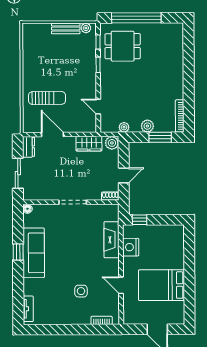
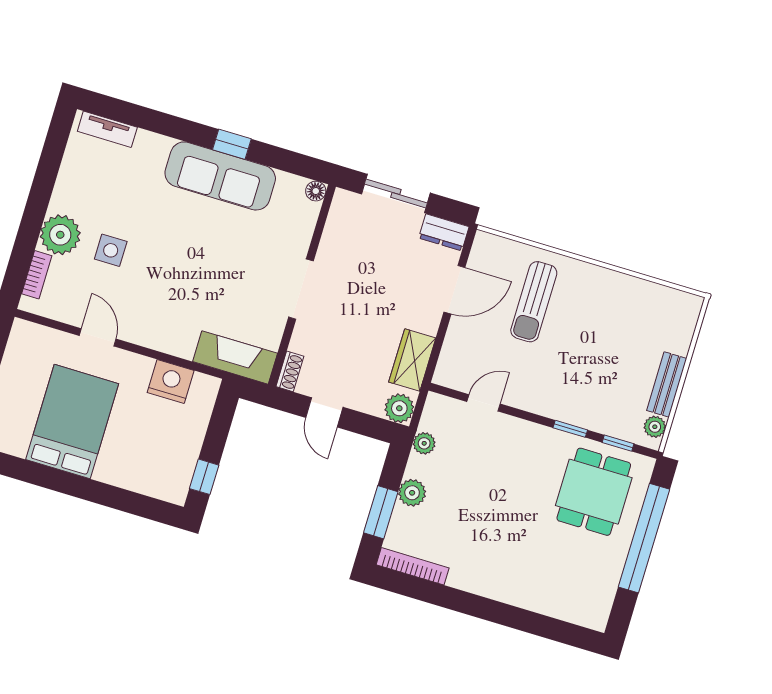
window: (140, 220) -> (204, 477), moved
fireplace: (112, 240) -> (235, 357), moved
door: (121, 285) -> (98, 337), hinge flipped
plant: (81, 315) -> (60, 235), added

